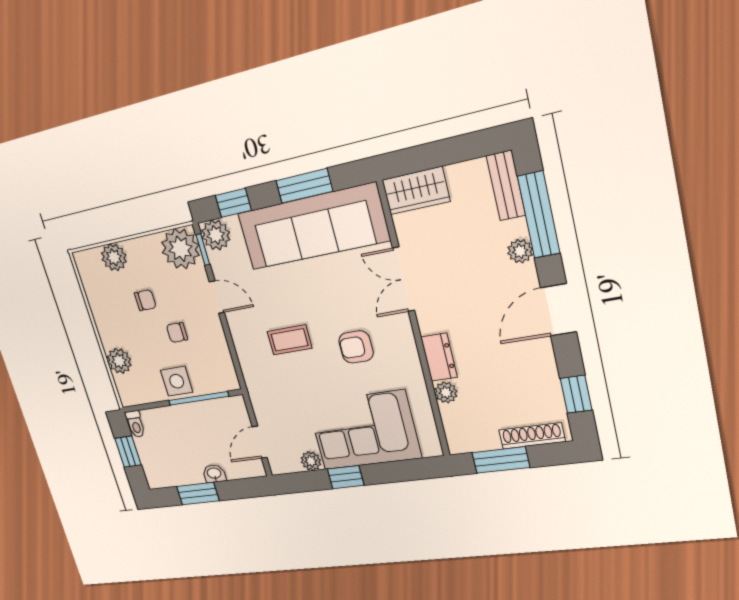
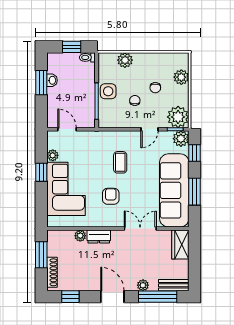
washbasin: (214, 474) -> (52, 80), moved

